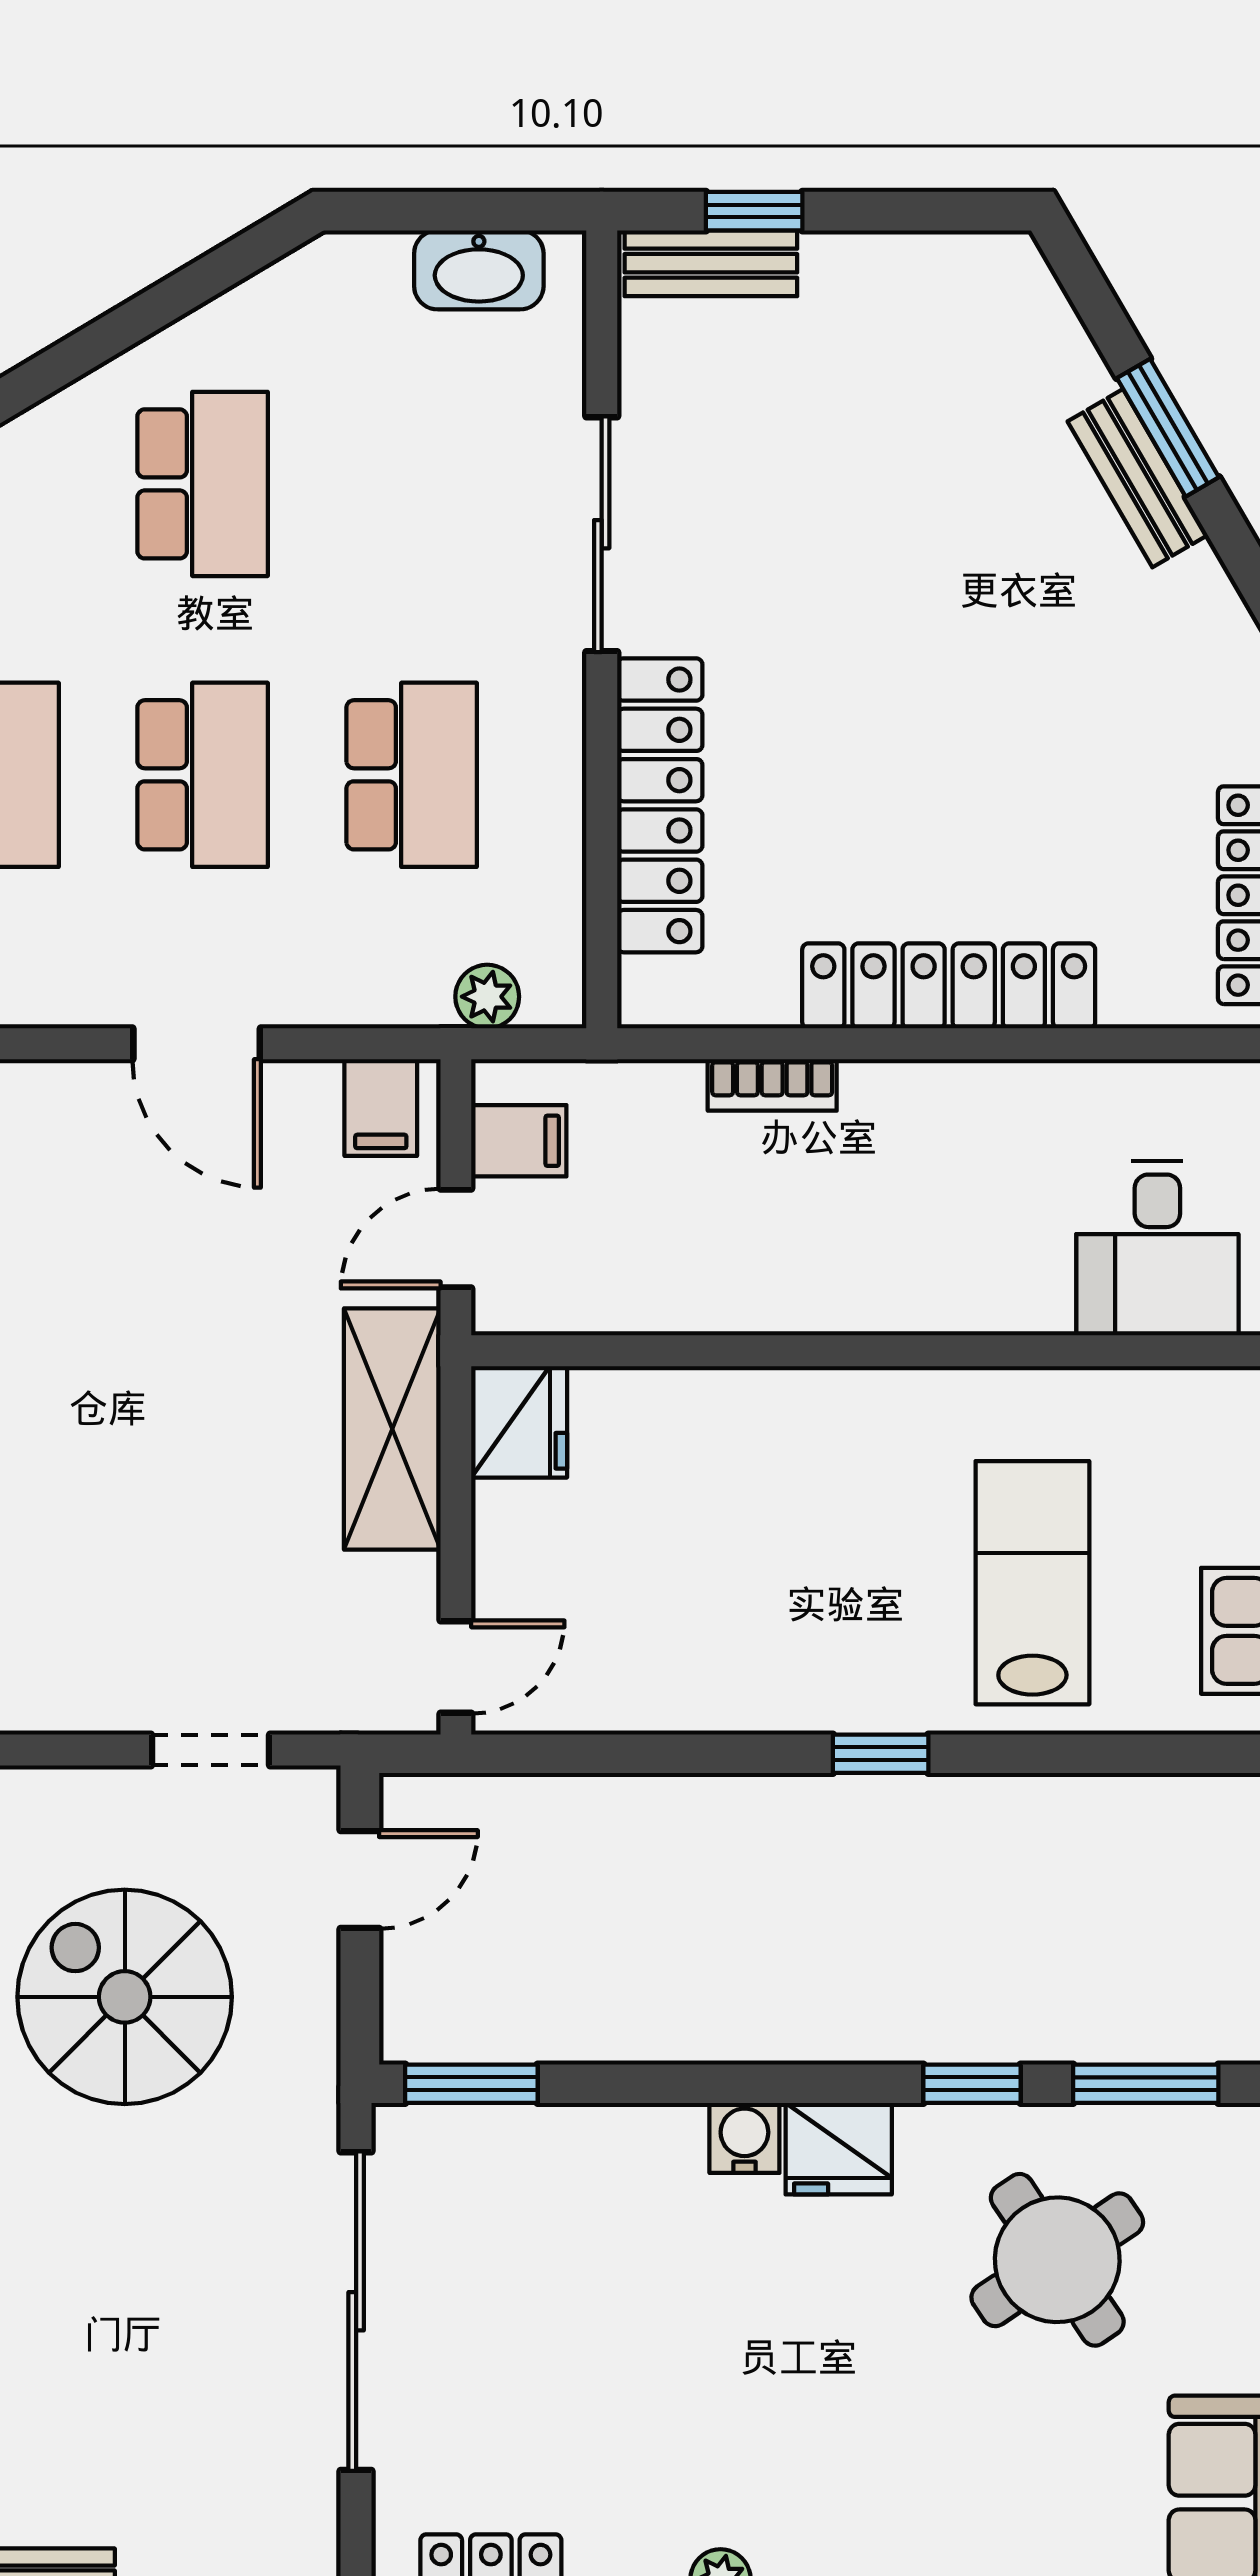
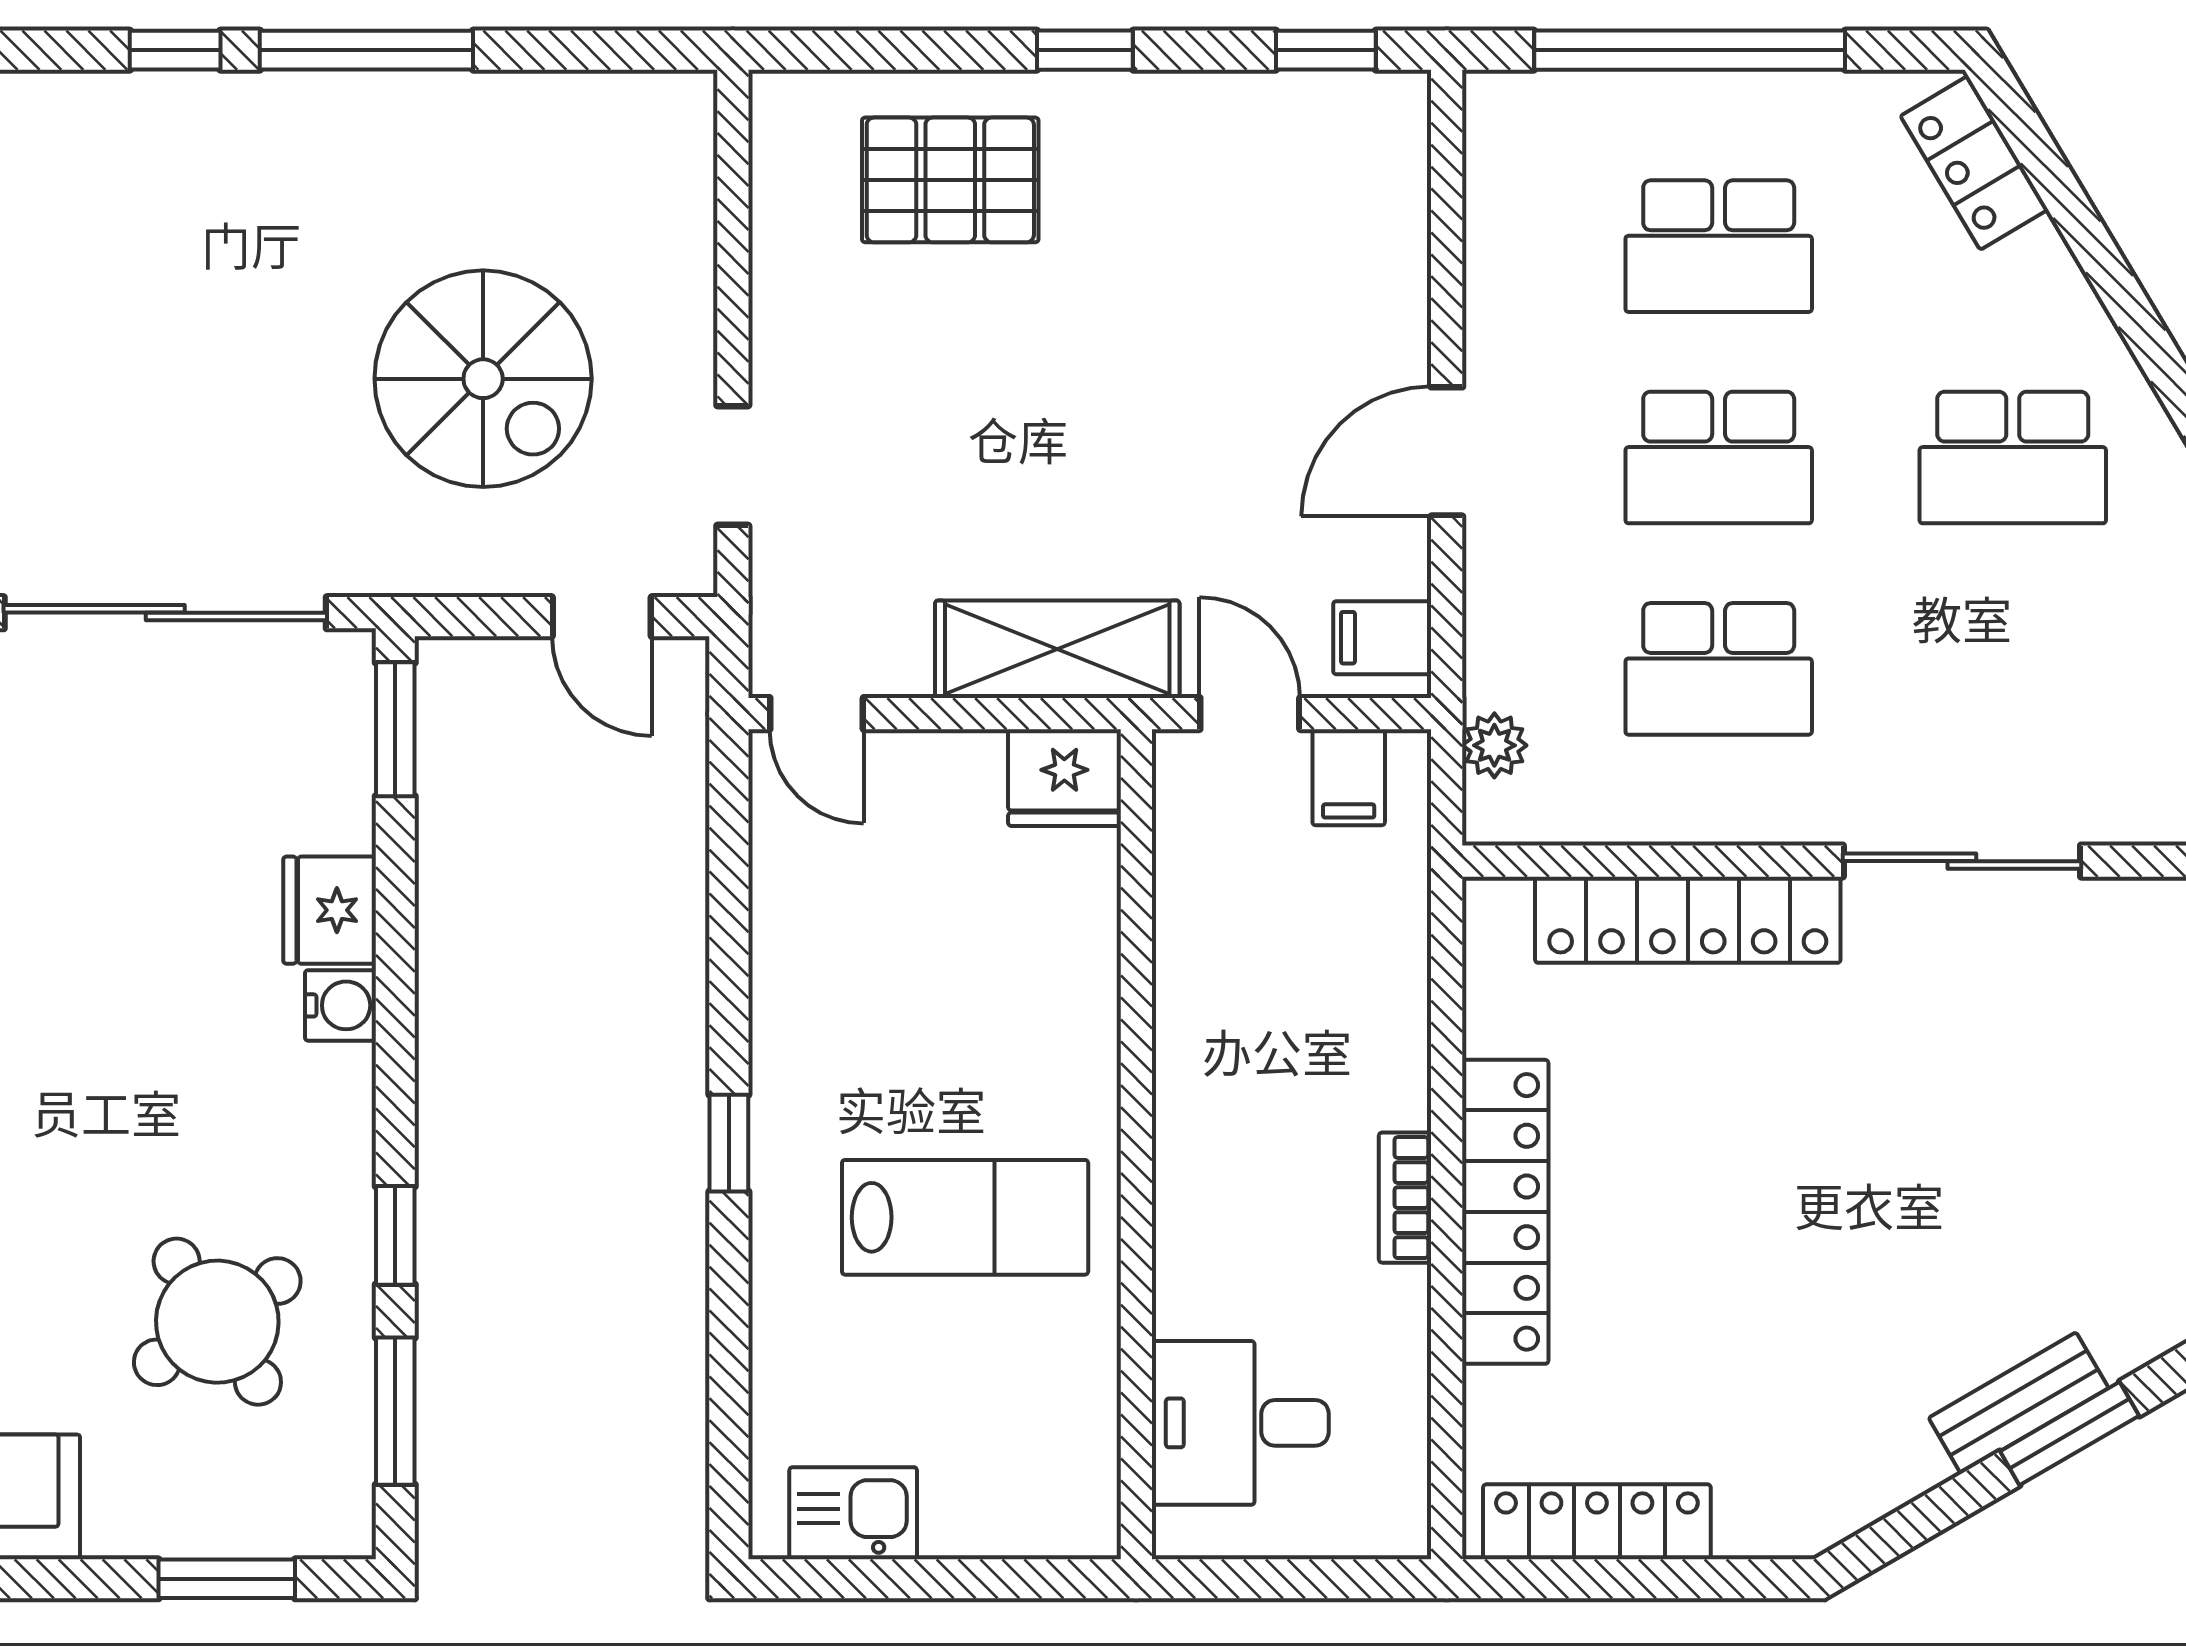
bookcase: (772, 1085) -> (1405, 1198), moved
lab bench: (1032, 1583) -> (965, 1217), moved
spiral stairs: (125, 1997) -> (483, 379), turned 90
fridge: (839, 2149) -> (330, 910), moved

